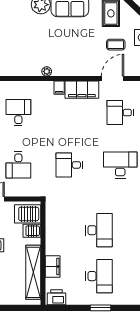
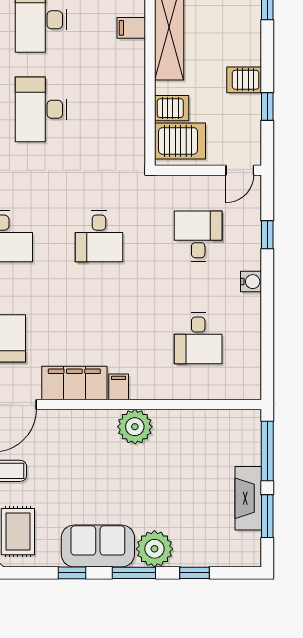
plant: (47, 71) -> (135, 427), width x1.88, depth x1.88
desk: (69, 165) -> (99, 236), turned 90
filing cabinet: (53, 267) -> (131, 28), width x0.50

